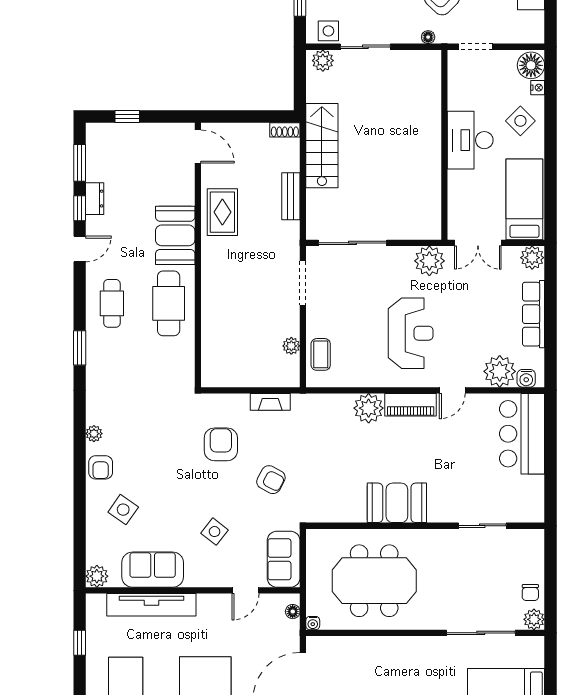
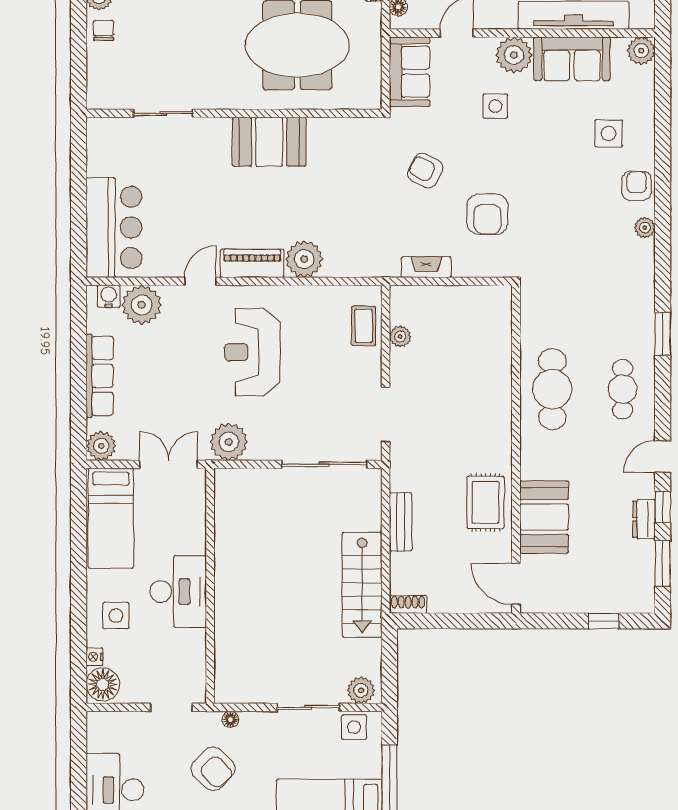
side table: (520, 121) -> (116, 616), turned 45
booth: (175, 235) -> (544, 517), moved
side table: (123, 510) -> (609, 133), turned -35
side table: (215, 532) -> (495, 106), turned -38
plant: (200, 573) -> (514, 55), added

